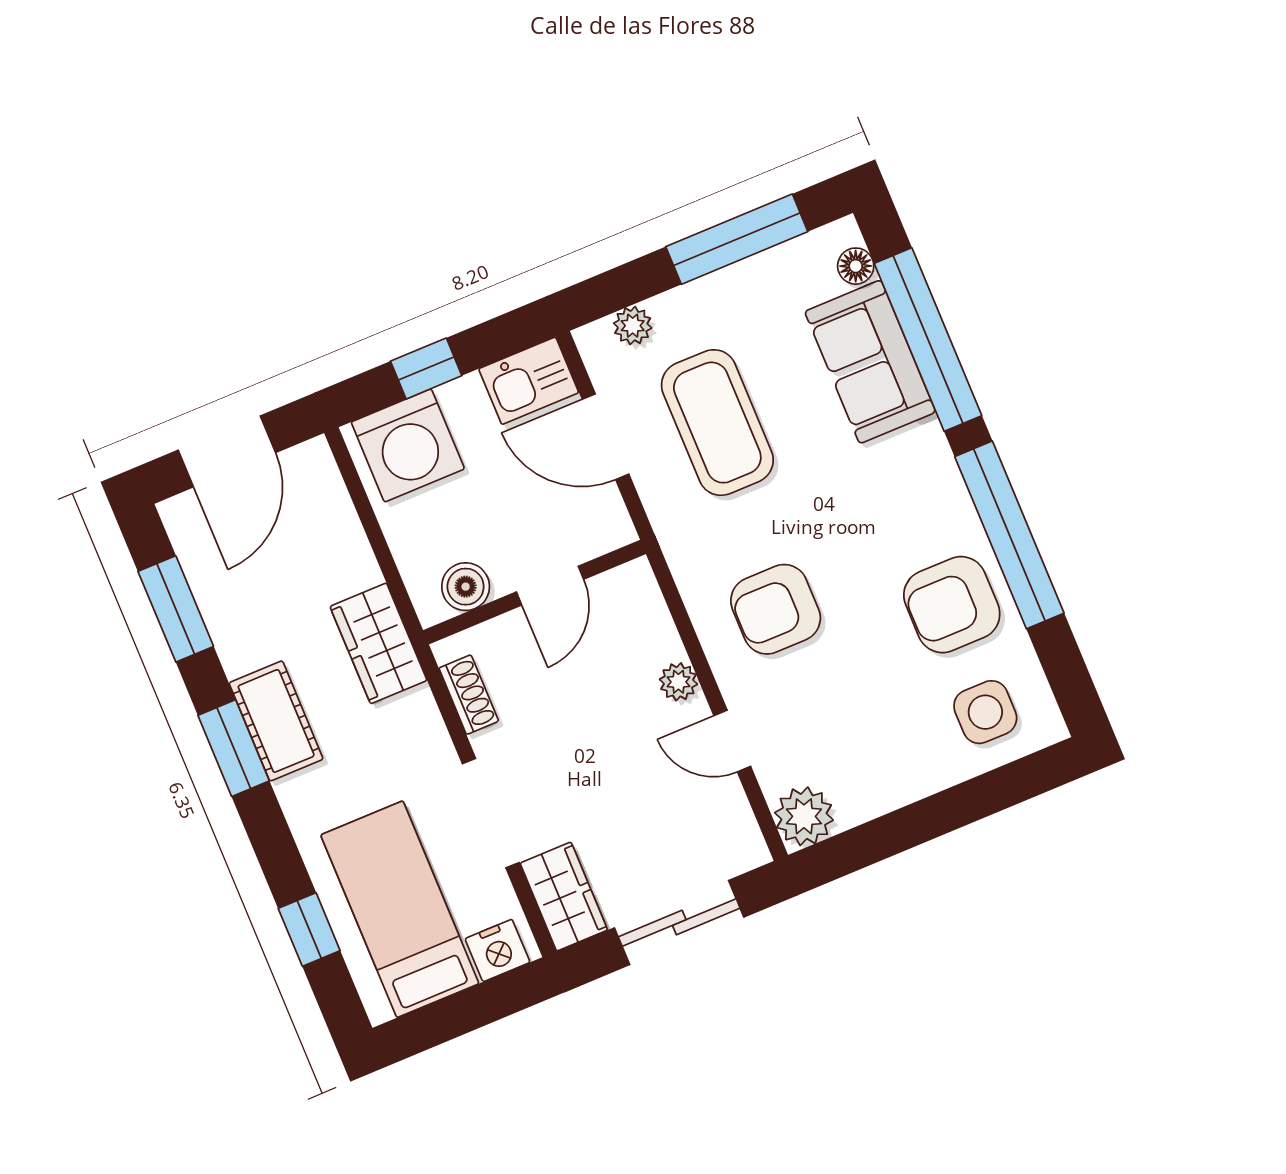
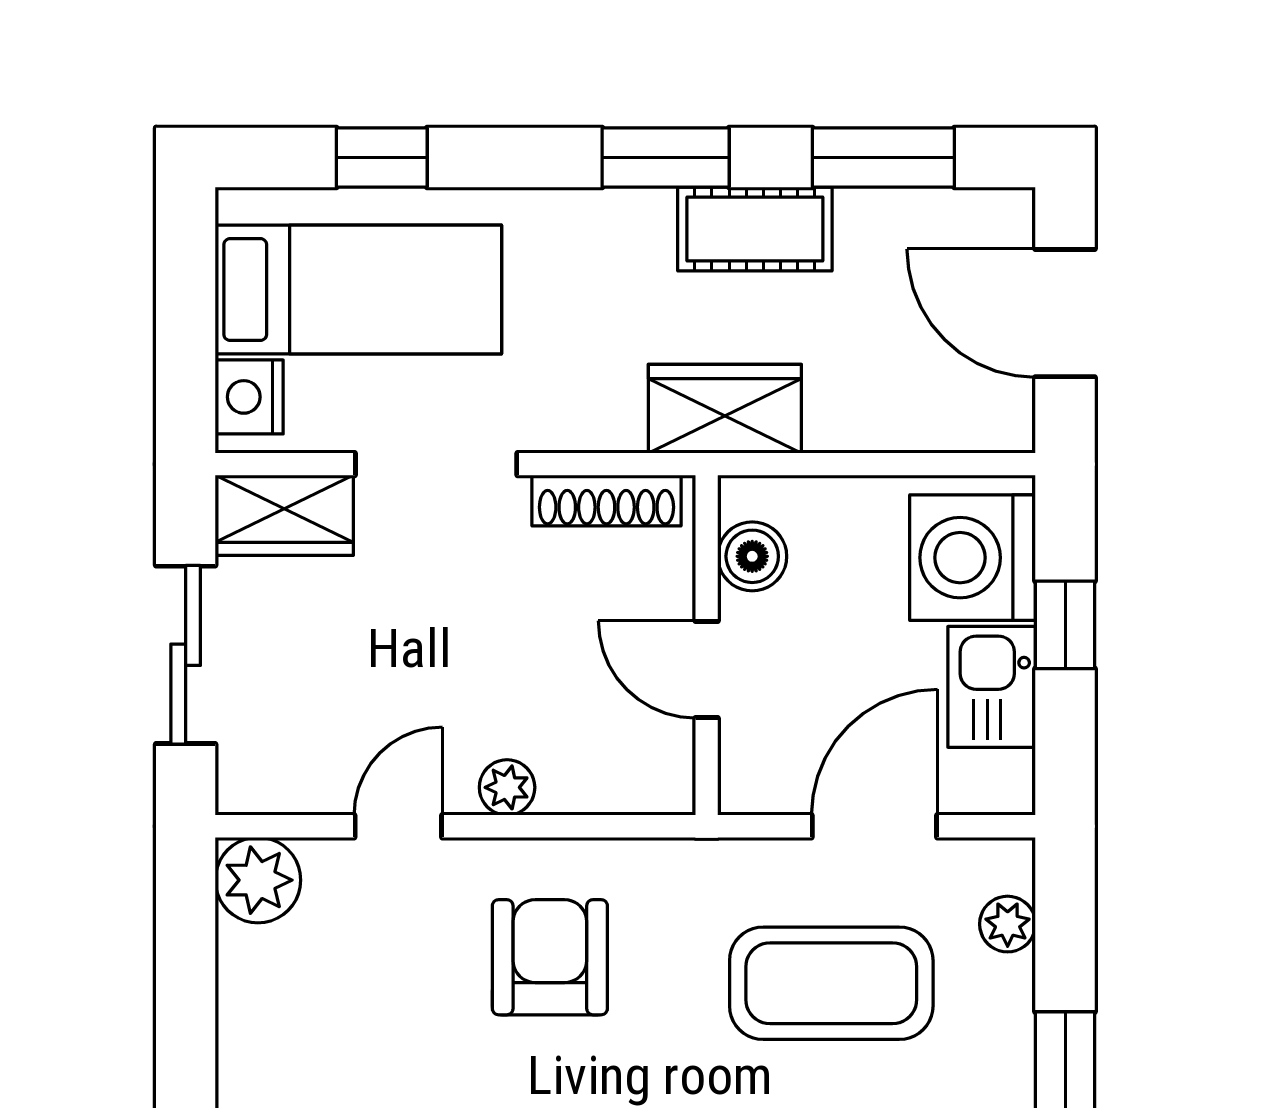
kitchen sink: (529, 381) -> (992, 687), moved
shoe rack: (469, 695) -> (606, 501), width x1.43
cot: (276, 721) -> (755, 229), moved

